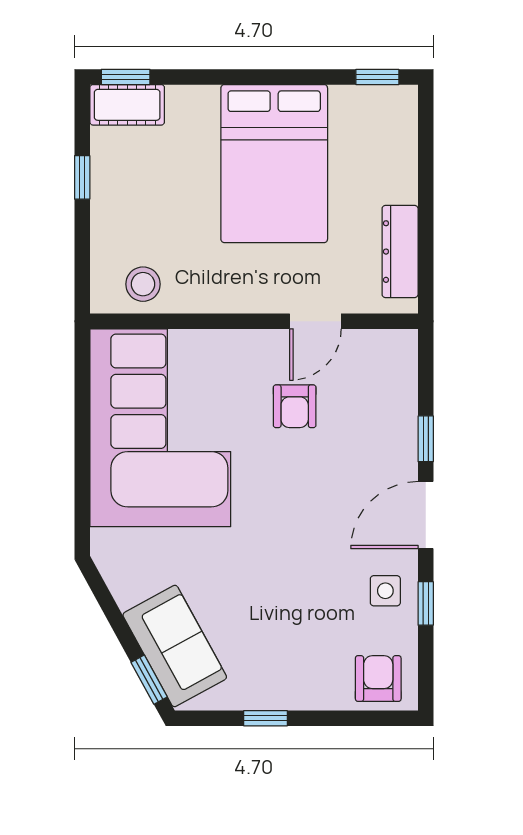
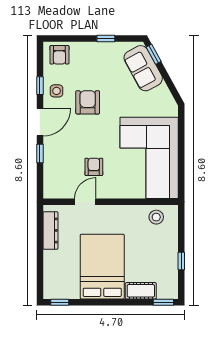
cot: (127, 105) -> (141, 291), moved
armchair: (310, 563) -> (88, 102), added

